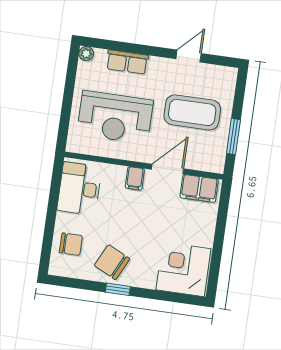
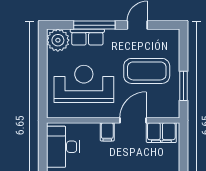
window: (138, 49) -> (94, 25), added
plant: (86, 54) -> (58, 40), width x1.88, depth x1.88
reception desk: (115, 117) -> (84, 84), turned 180

